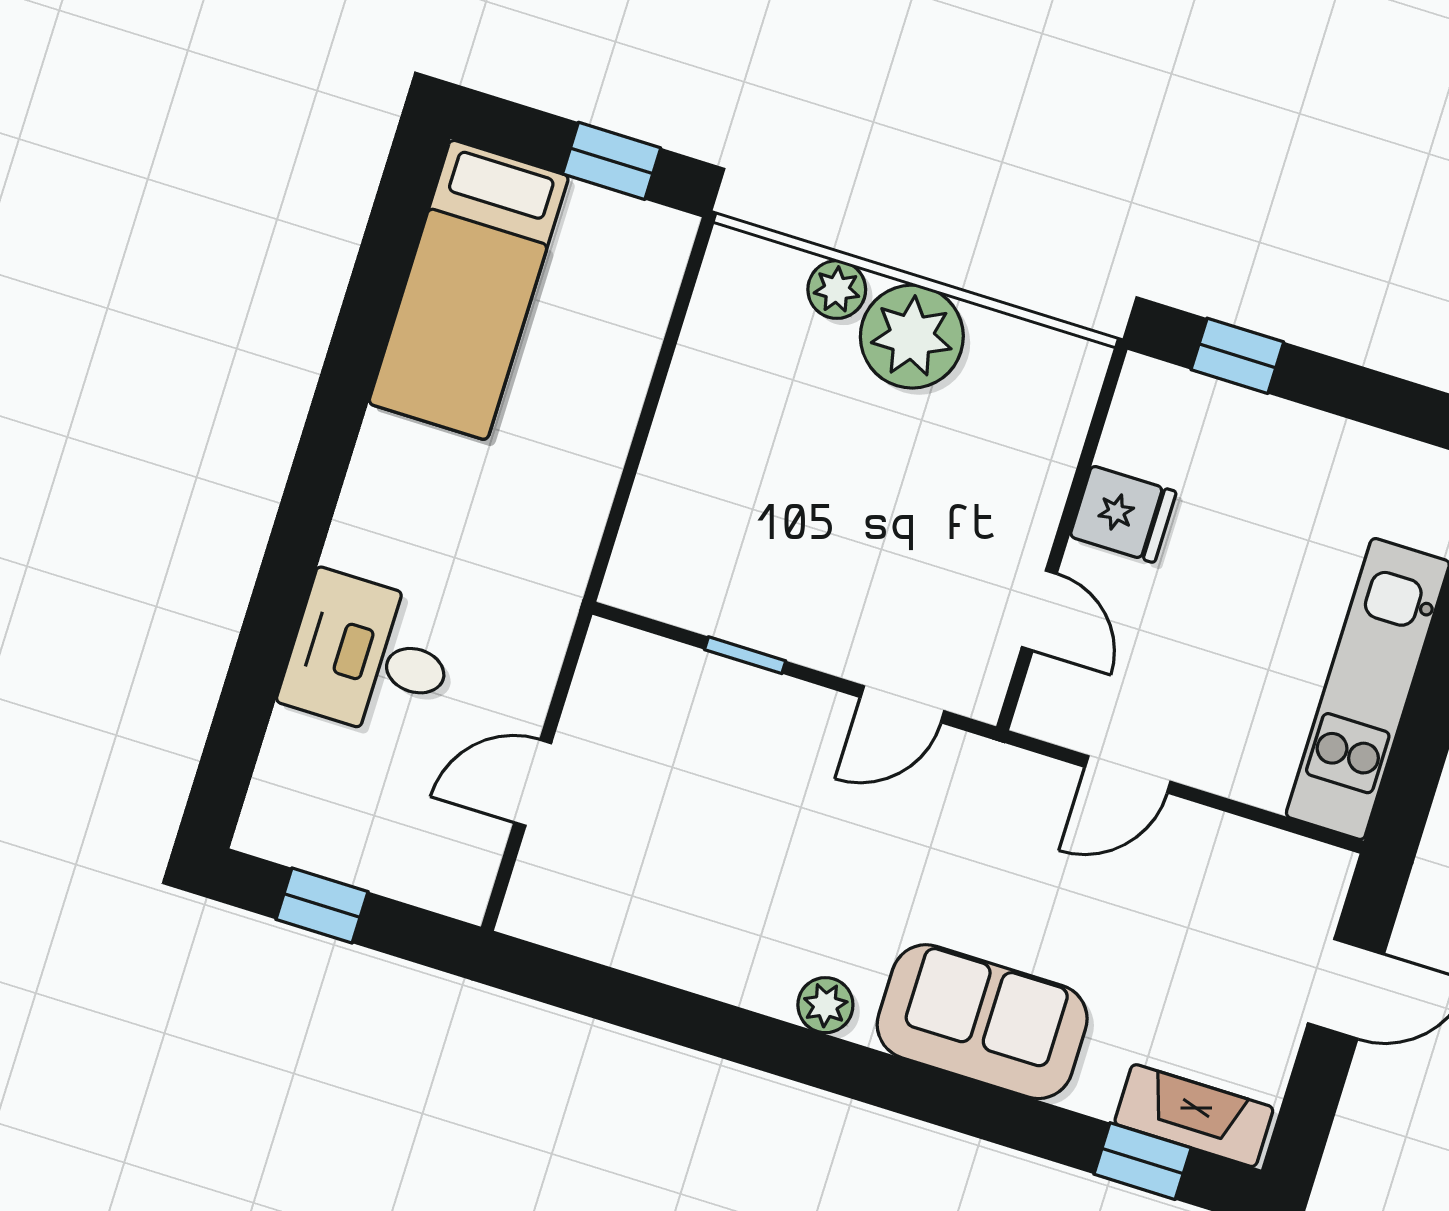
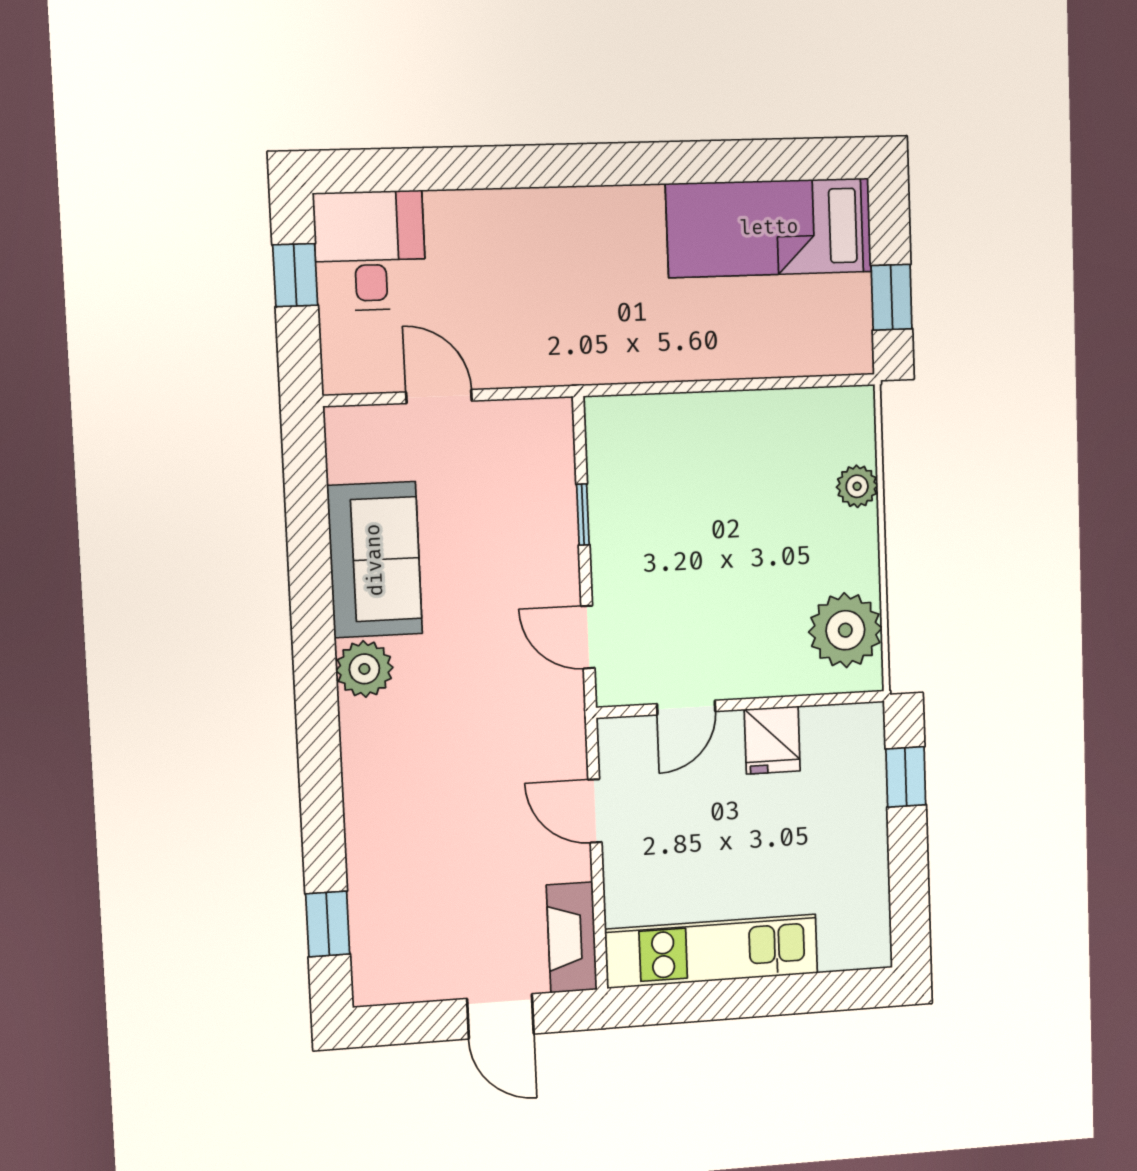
plant: (912, 337) -> (845, 630), moved
desk: (370, 656) -> (370, 251), moved
plant: (825, 1005) -> (364, 669), width x1.38, depth x1.38
sofa: (982, 1022) -> (375, 560), moved
fireplace: (1194, 1116) -> (572, 937), moved, turned 180

